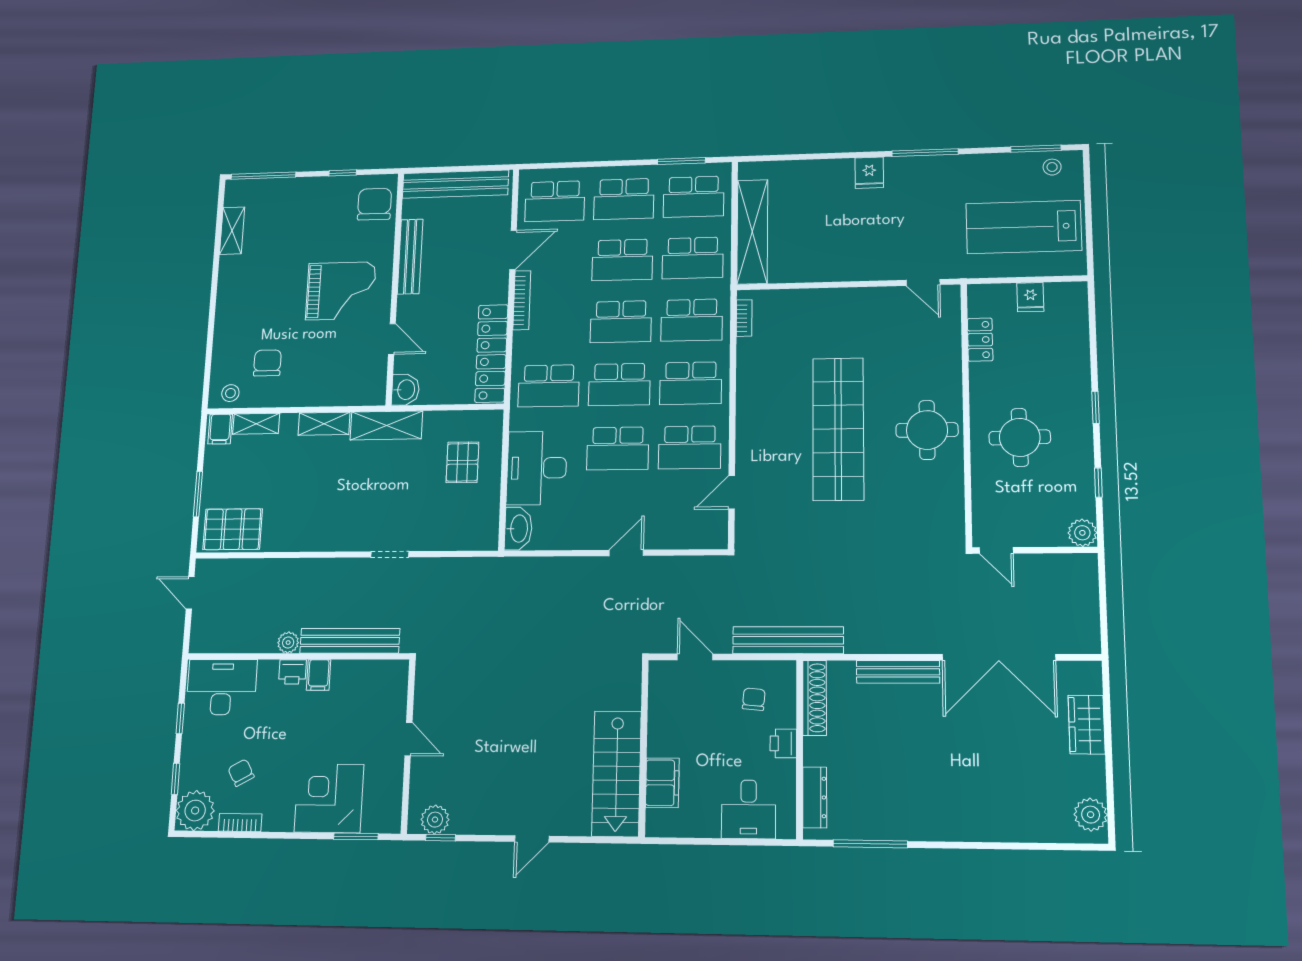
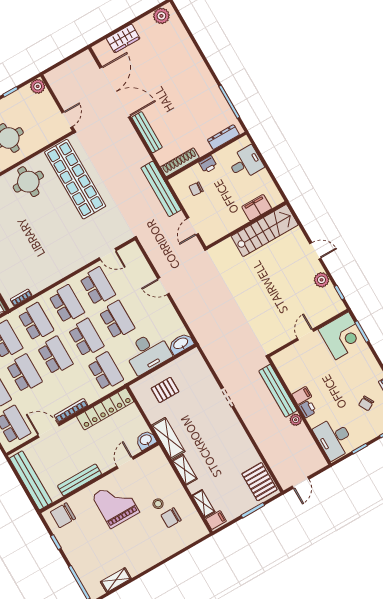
stool: (230, 393) -> (158, 504), moved
shop shelf: (838, 429) -> (75, 179), moved, turned 90
corner desk: (329, 798) -> (342, 336), moved, turned -90
plant: (435, 820) -> (321, 280), moved

